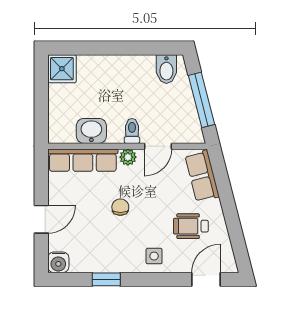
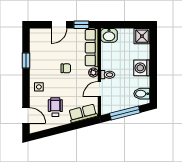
washing machine: (119, 69) -> (142, 68), added
washbasin: (91, 131) -> (109, 35), moved, turned 90
door: (158, 146) -> (99, 89), hinge flipped
window: (41, 179) -> (81, 25), added
door: (41, 219) -> (59, 25), hinge flipped
water cooler: (58, 262) -> (35, 34), removed

